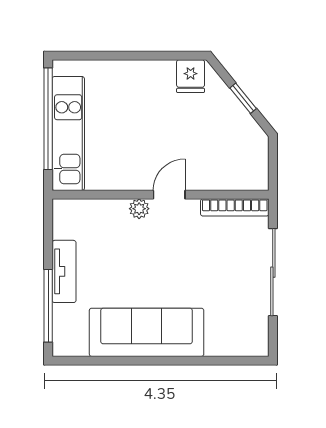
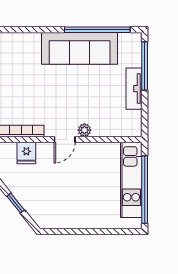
fridge: (191, 76) -> (26, 153), moved, turned 180
window: (120, 361) -> (97, 30), added

